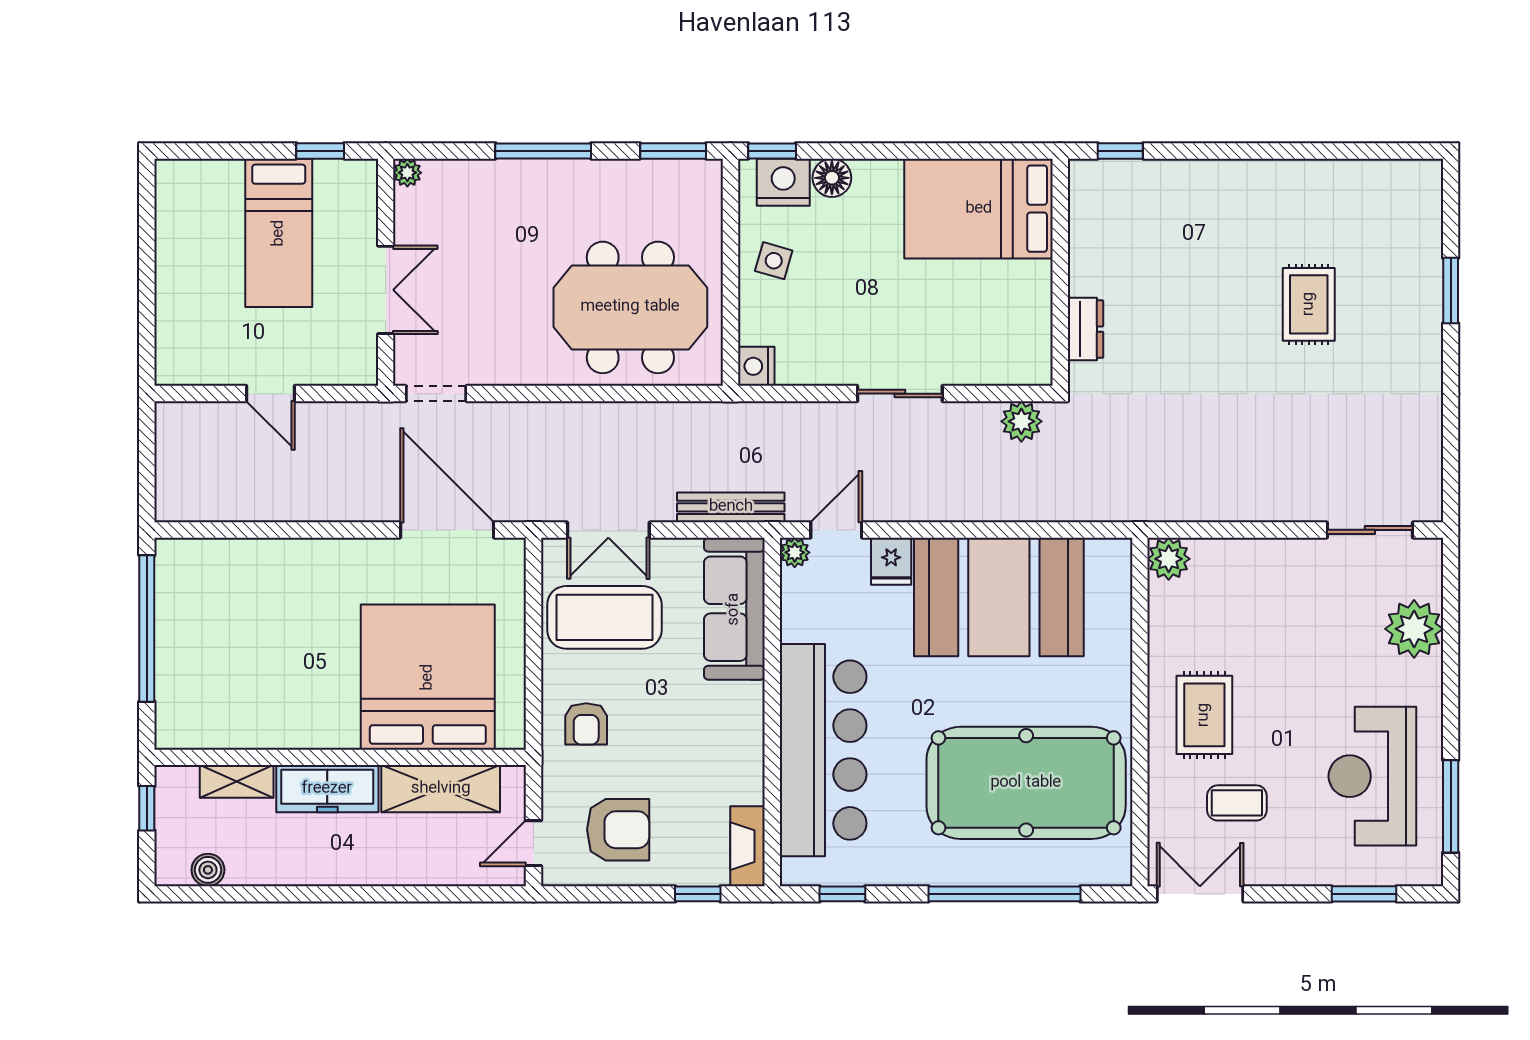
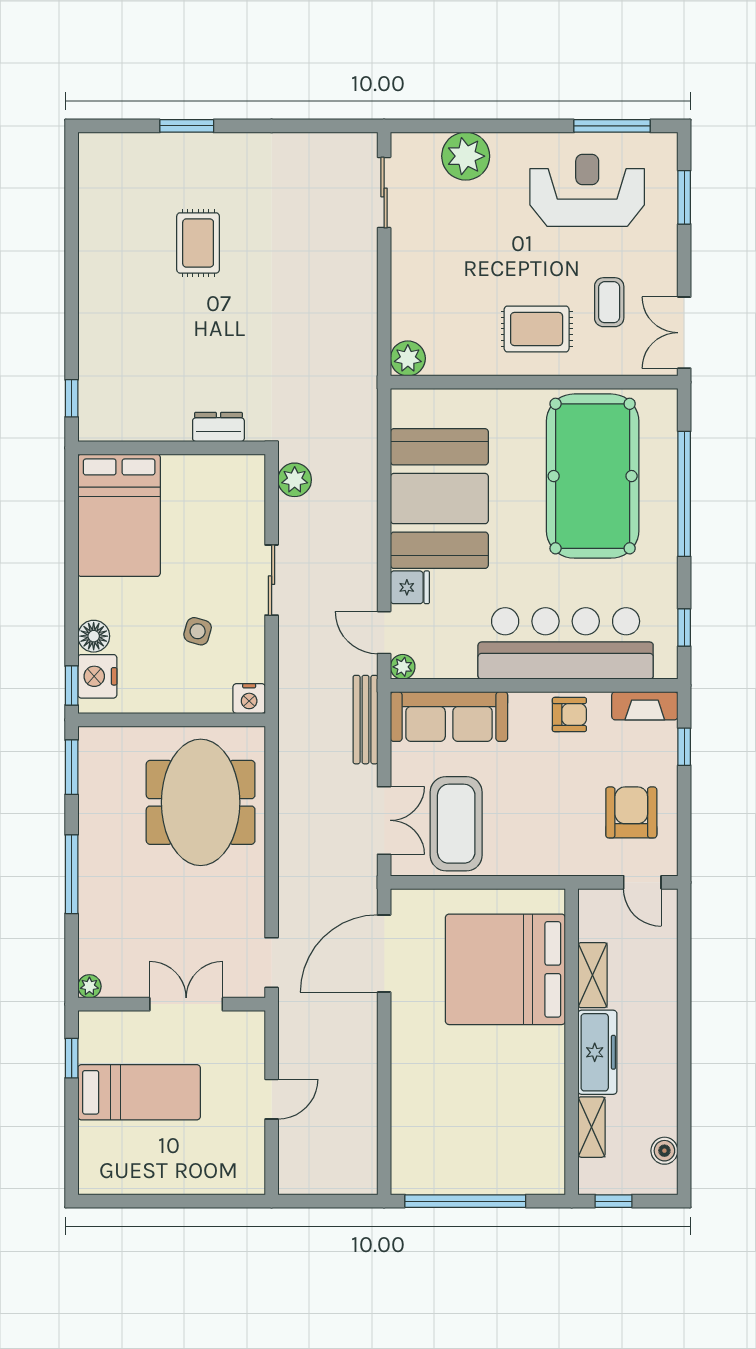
side table: (774, 261) -> (198, 631), moved
rug: (1309, 304) -> (198, 243), turned 90
armchair: (586, 724) -> (569, 715), moved
reception desk: (1372, 776) -> (587, 190), turned 180
shelving: (441, 789) -> (593, 975), width x0.67, depth x0.75

